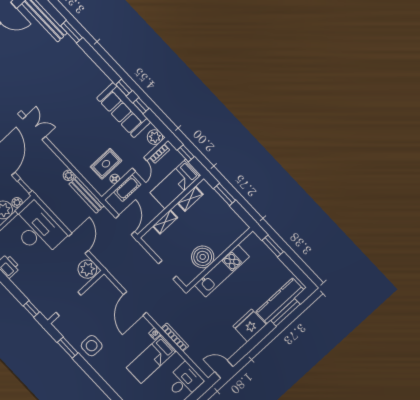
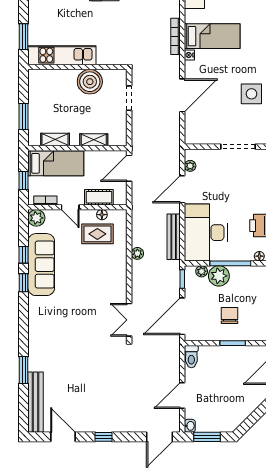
door: (140, 164) -> (70, 207), swing flipped
bench: (87, 195) -> (174, 237), moved
plant: (87, 269) -> (190, 166), width x0.53, depth x0.53
kitchen unit: (222, 271) -> (62, 55), moved

